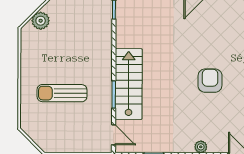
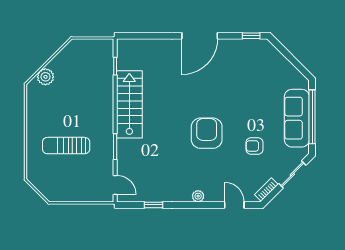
armchair: (210, 81) -> (207, 133), width x1.36, depth x1.36
stairs: (129, 84) -> (129, 104), moved

